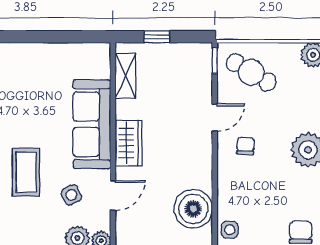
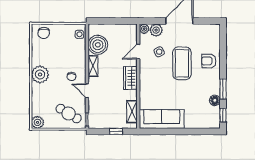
door: (215, 118) -> (87, 91), hinge flipped
sofa: (92, 124) -> (162, 119), moved, turned -90
shelving: (203, 167) -> (93, 66), added
coffee table: (26, 172) -> (182, 63), width x1.36, depth x1.32

